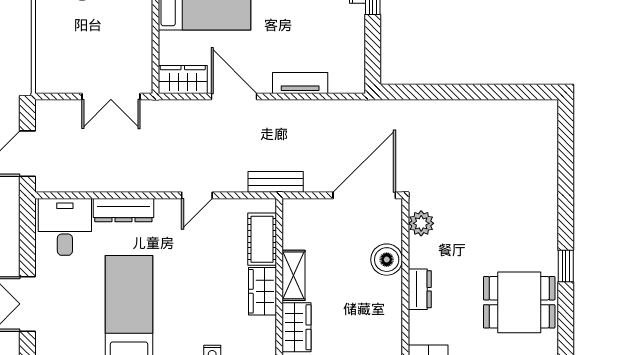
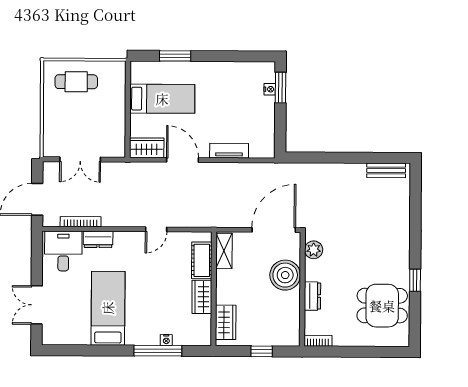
double door: (111, 96) -> (80, 159), moved
bench: (276, 182) -> (386, 170), moved
bookcase: (89, 185) -> (81, 222), added
dresser: (123, 210) -> (98, 239), width x0.70
boiler: (387, 260) -> (285, 275), width x1.37, depth x1.37
shelving: (294, 275) -> (224, 251), moved

